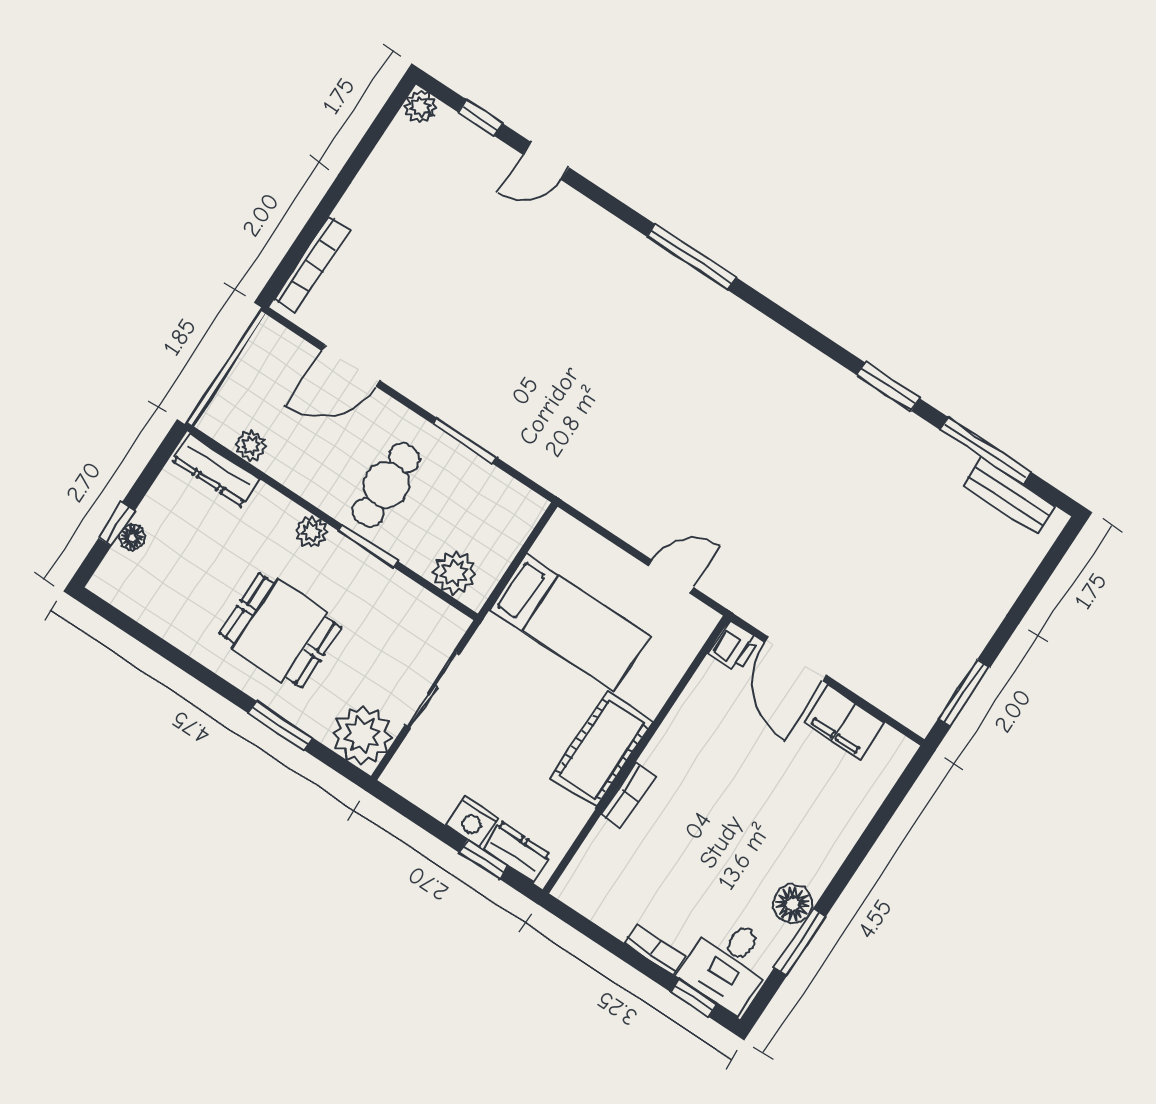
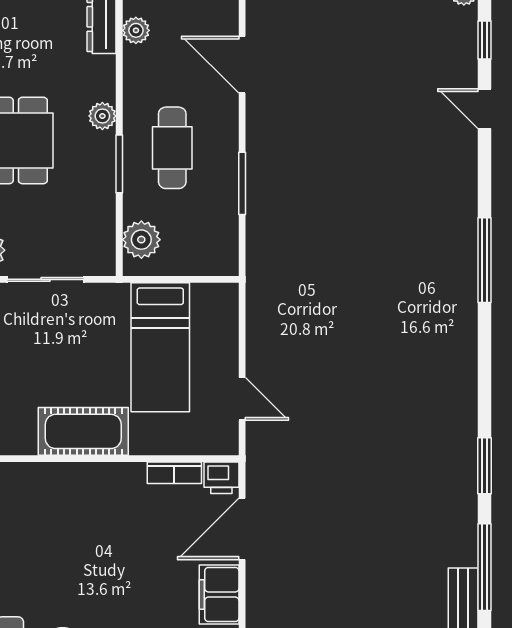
cafe table: (386, 485) -> (172, 148), turned 90
bookcase: (628, 796) -> (174, 473), moved

